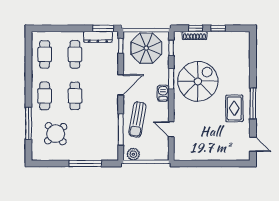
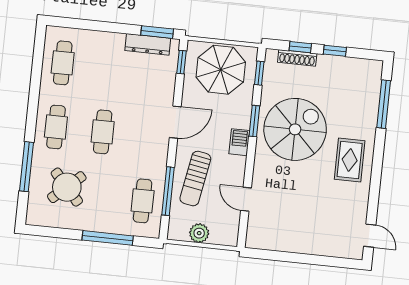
cafe table: (75, 54) -> (143, 201), moved
window: (253, 103) -> (384, 104), moved
rug: (234, 108) -> (350, 160), moved
plant: (133, 154) -> (199, 233), moved

